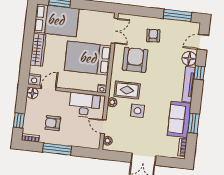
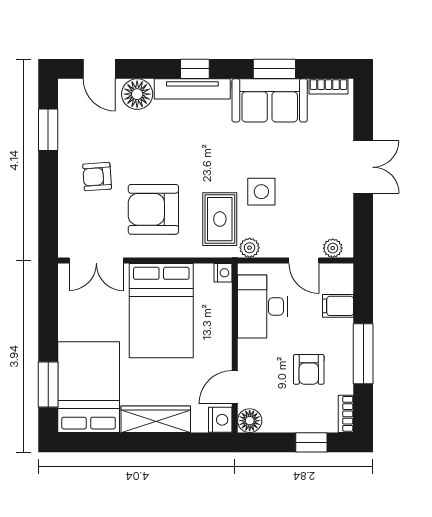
window: (177, 15) -> (48, 130), width x0.69
double door: (114, 31) -> (96, 261), swing flipped
window: (199, 73) -> (195, 69), moved
door: (49, 88) -> (235, 387), hinge flipped
door: (103, 127) -> (304, 261), hinge flipped
filing cabinet: (81, 140) -> (338, 306), added

